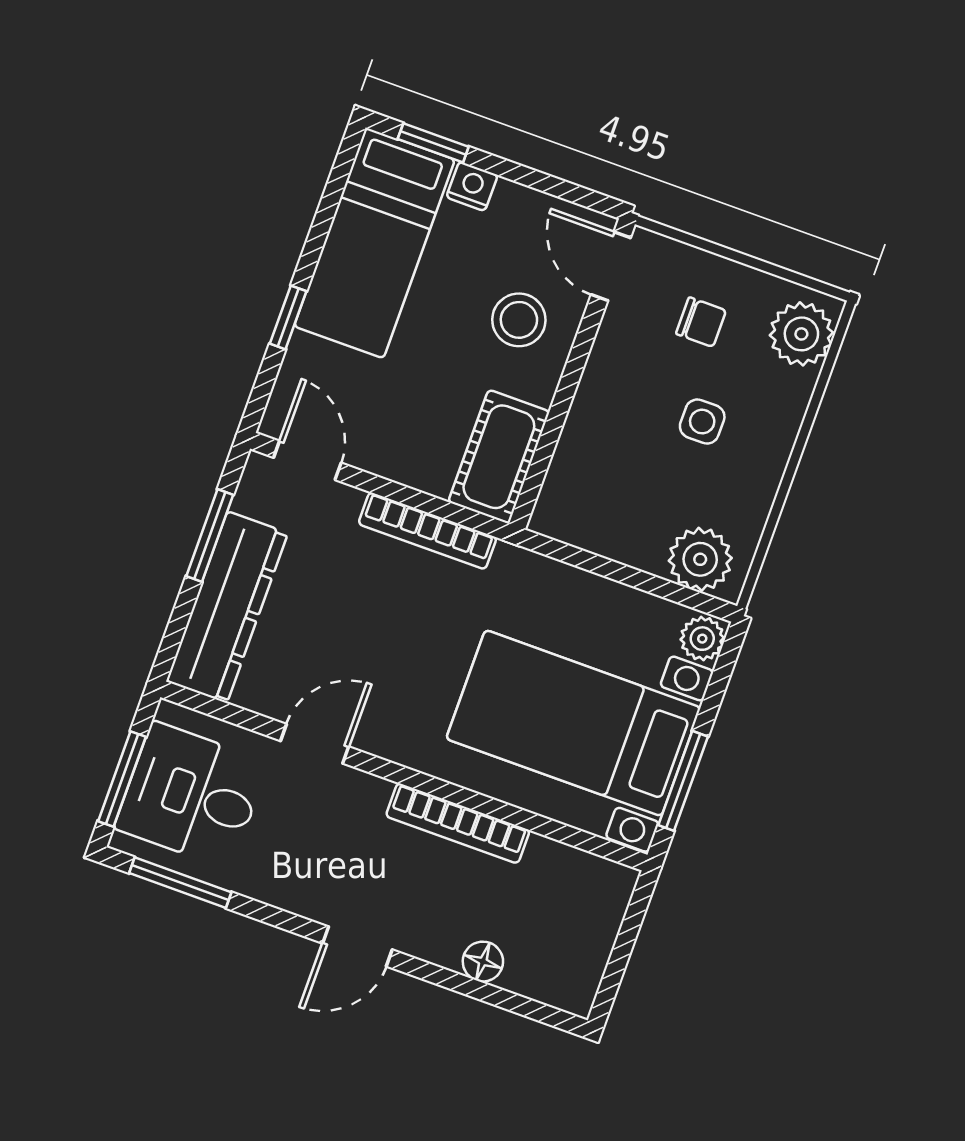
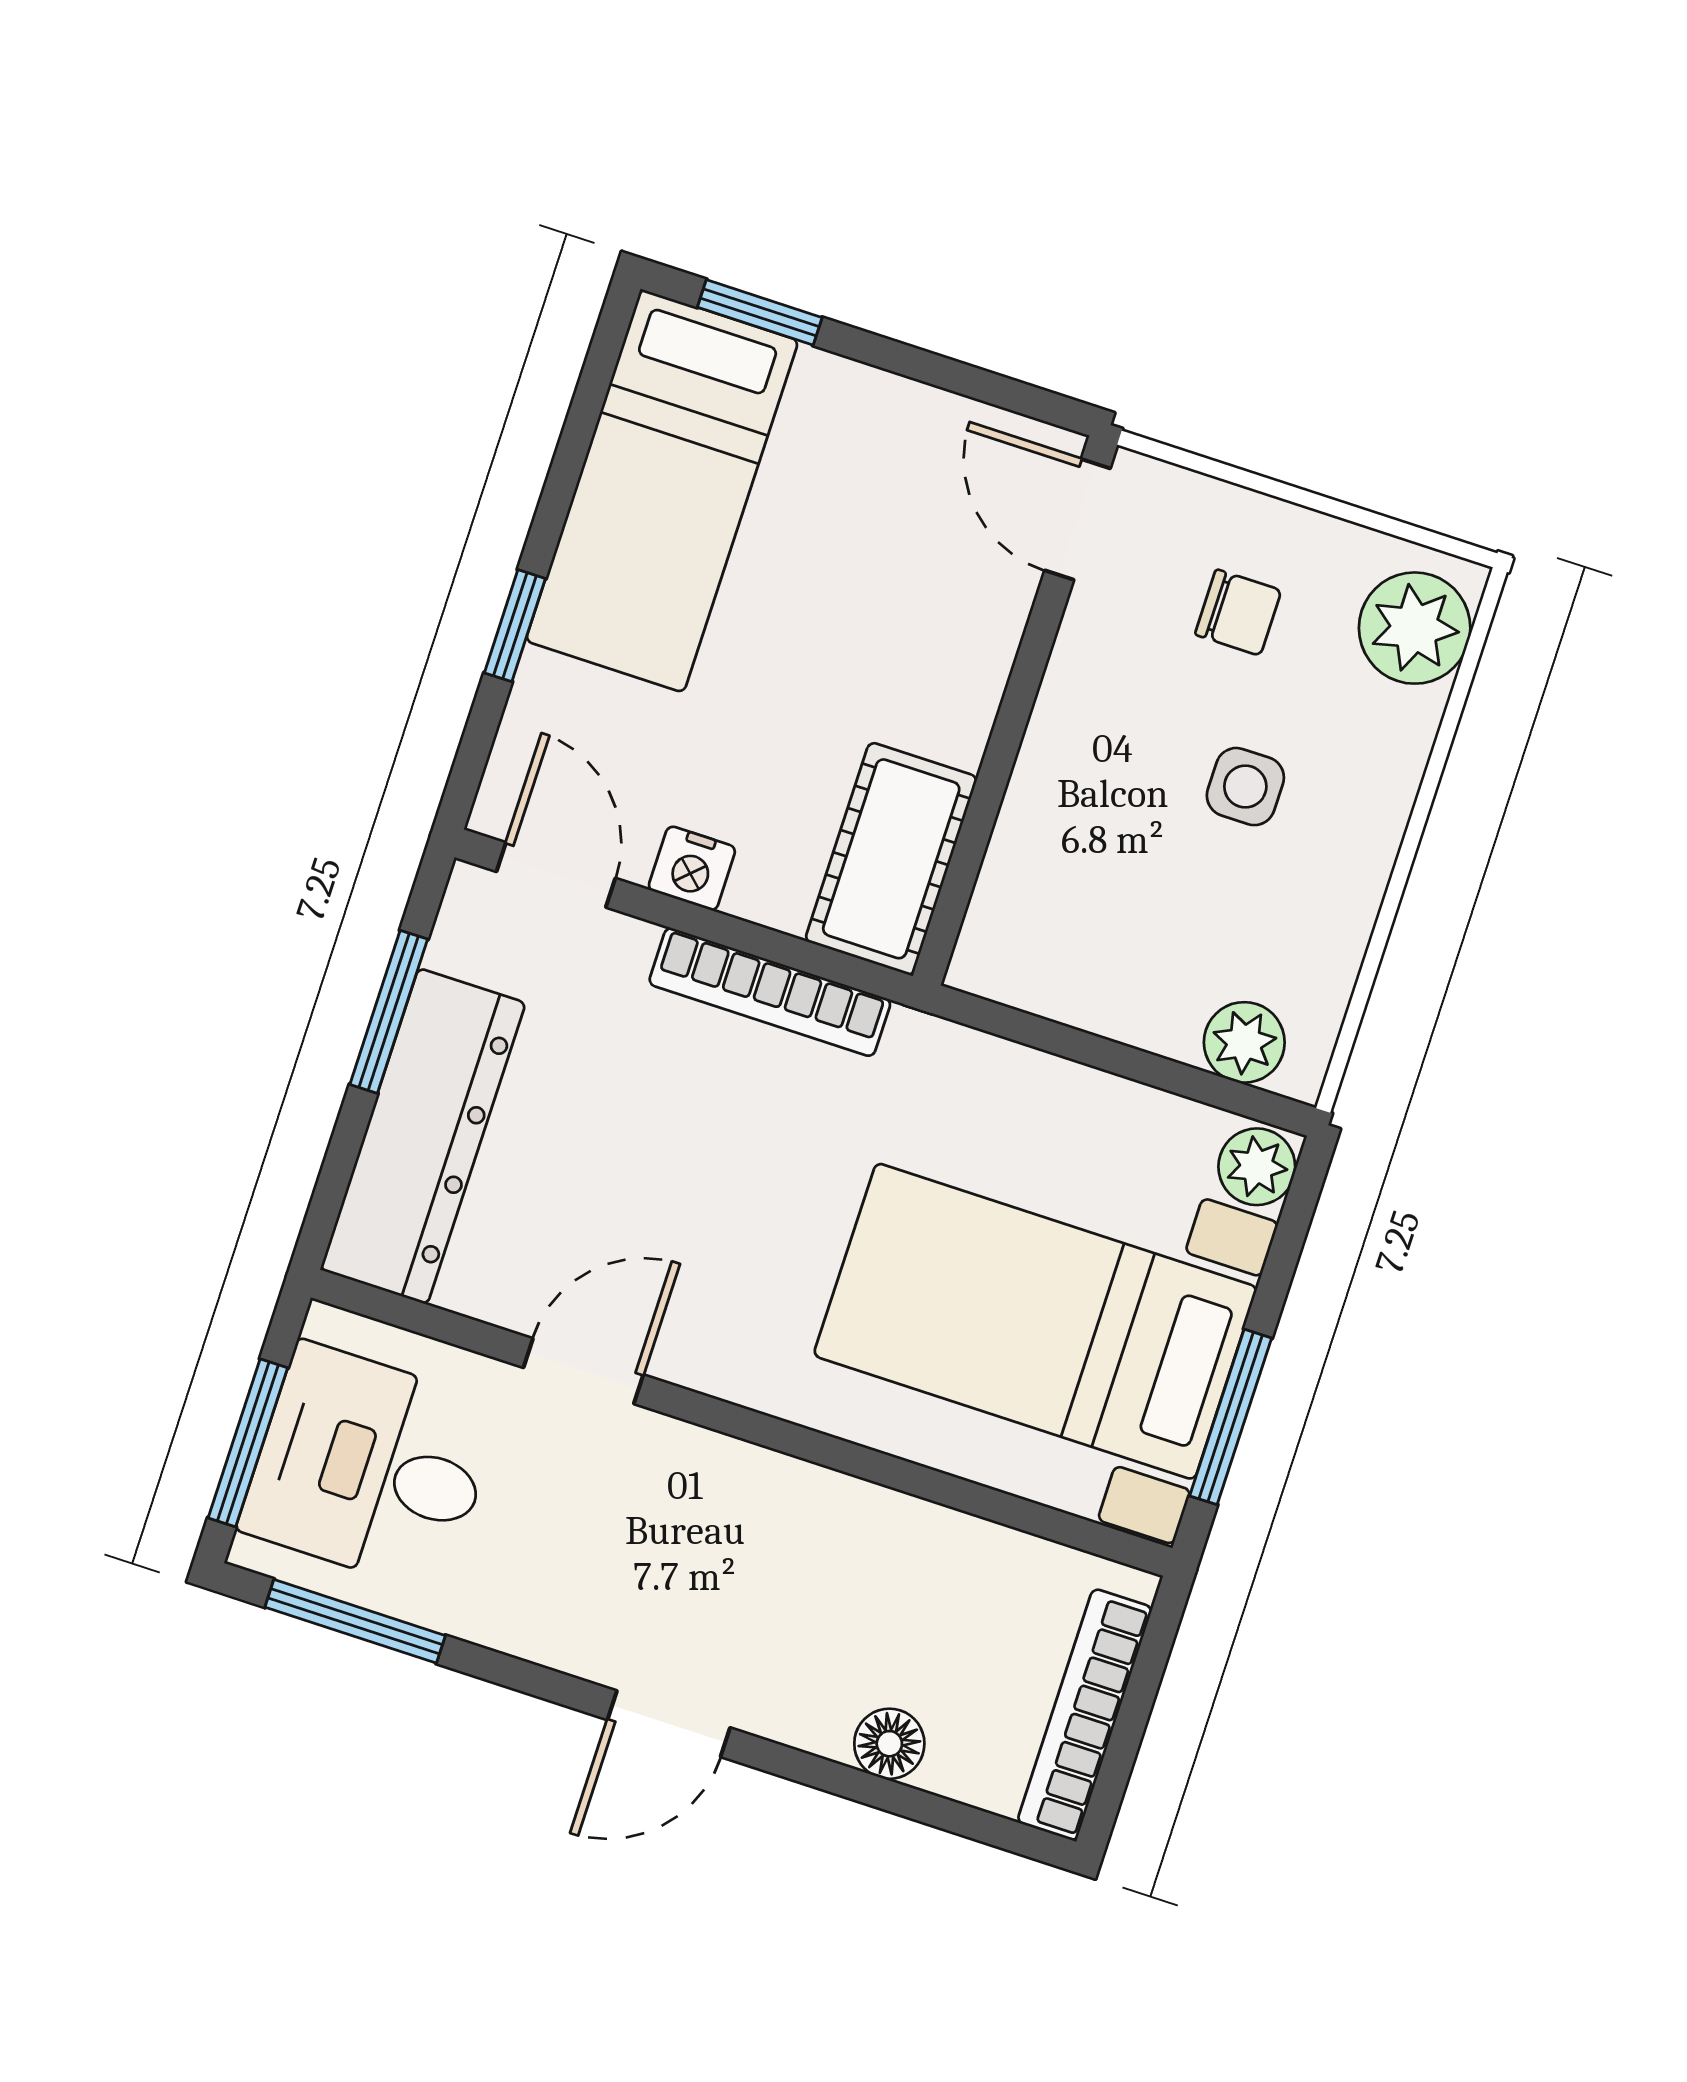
nightstand: (472, 186) -> (692, 868), moved, turned 180
stool: (519, 320) -> (919, 618), removed
plant: (700, 559) -> (1244, 1042), width x0.73, depth x0.73
bookcase: (458, 823) -> (1085, 1715), moved, turned 90

